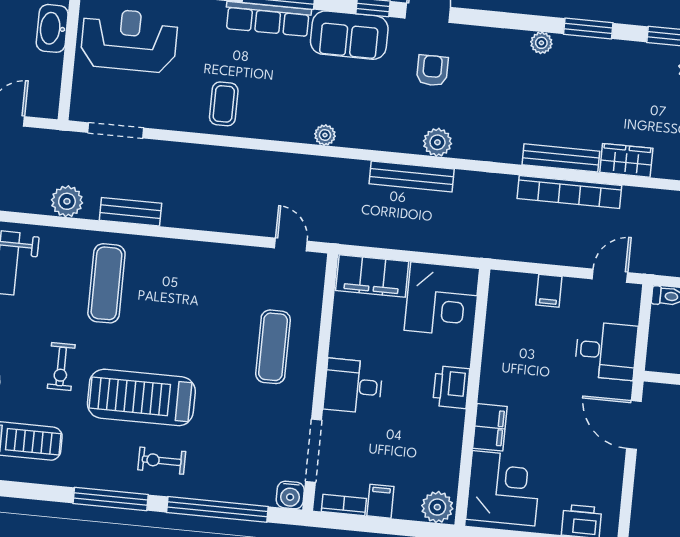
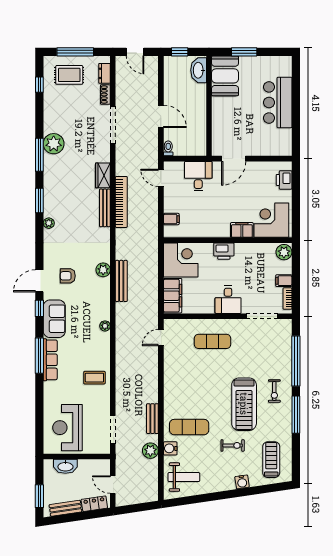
filing cabinet: (549, 291) -> (171, 219), moved
water cooler: (290, 495) -> (170, 448), moved, turned 180

